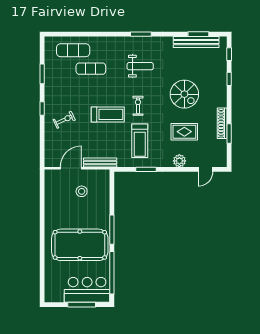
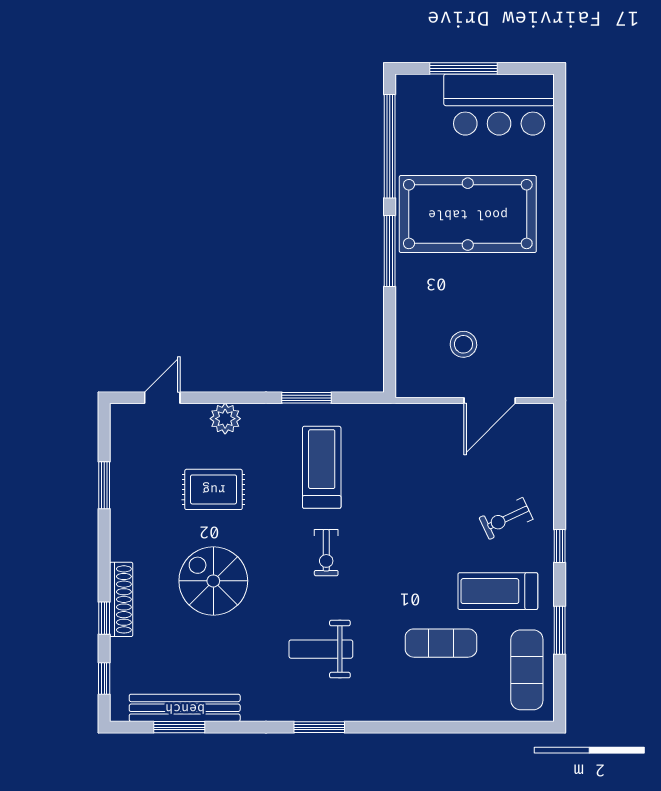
exercise mat: (73, 50) -> (527, 670), moved, turned 90
treadmill: (108, 114) -> (498, 591), moved
shoe rack: (222, 123) -> (121, 599), moved
bench: (100, 163) -> (419, 414), removed
bar counter: (87, 290) -> (499, 105), moved

